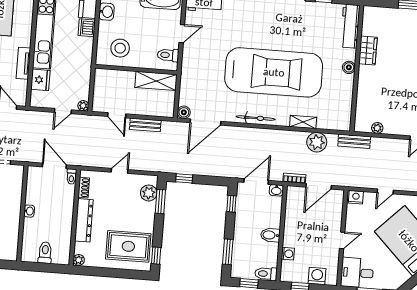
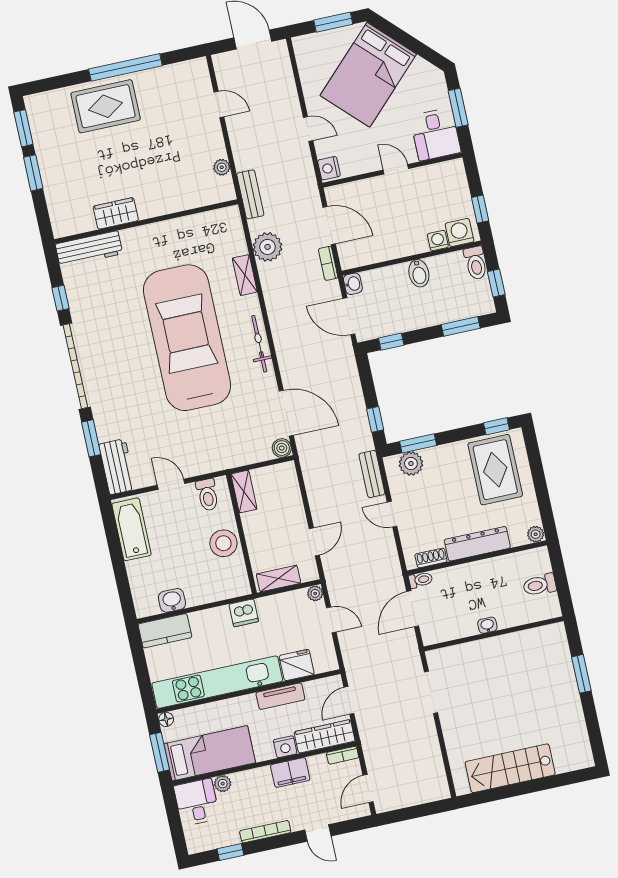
dishwasher: (87, 28) -> (244, 613), moved
stool: (120, 48) -> (223, 543), moved
boiler: (349, 67) -> (148, 233), removed
shelving: (156, 81) -> (244, 492), width x0.67, depth x0.75
shelving: (100, 85) -> (278, 579), added
bench: (145, 125) -> (372, 474), moved
washing machine: (317, 276) -> (459, 233), moved, turned 90

